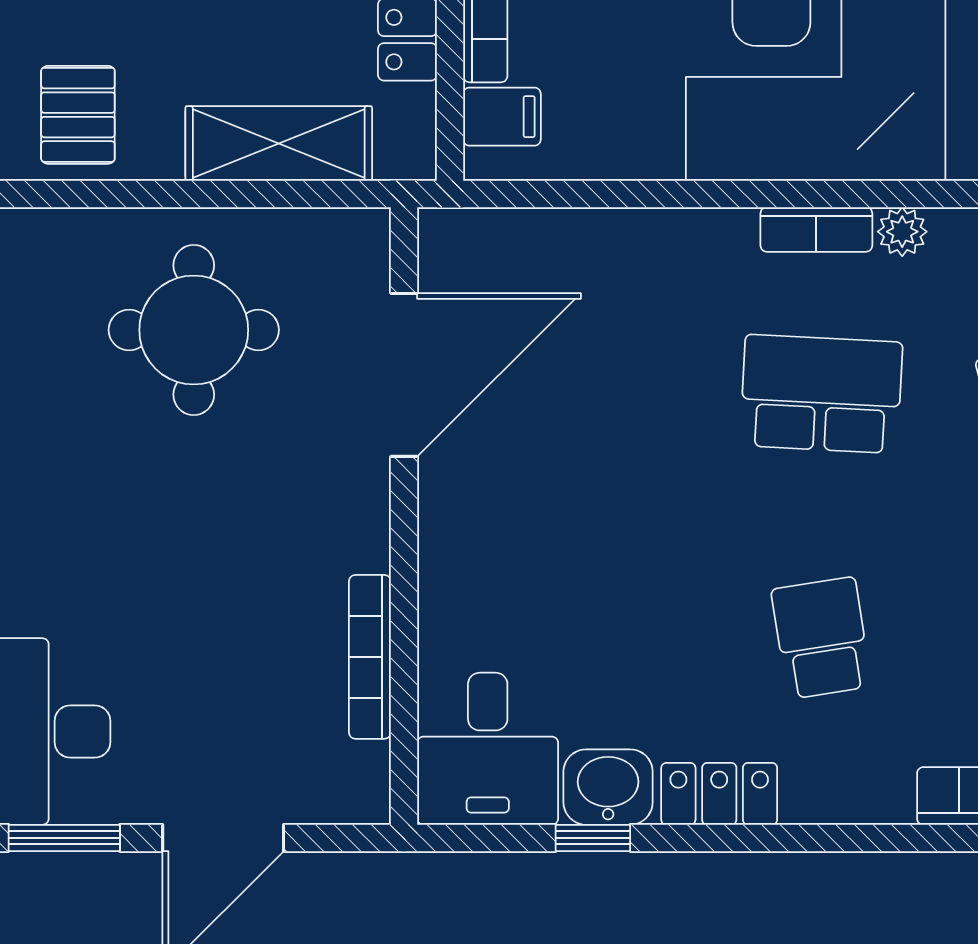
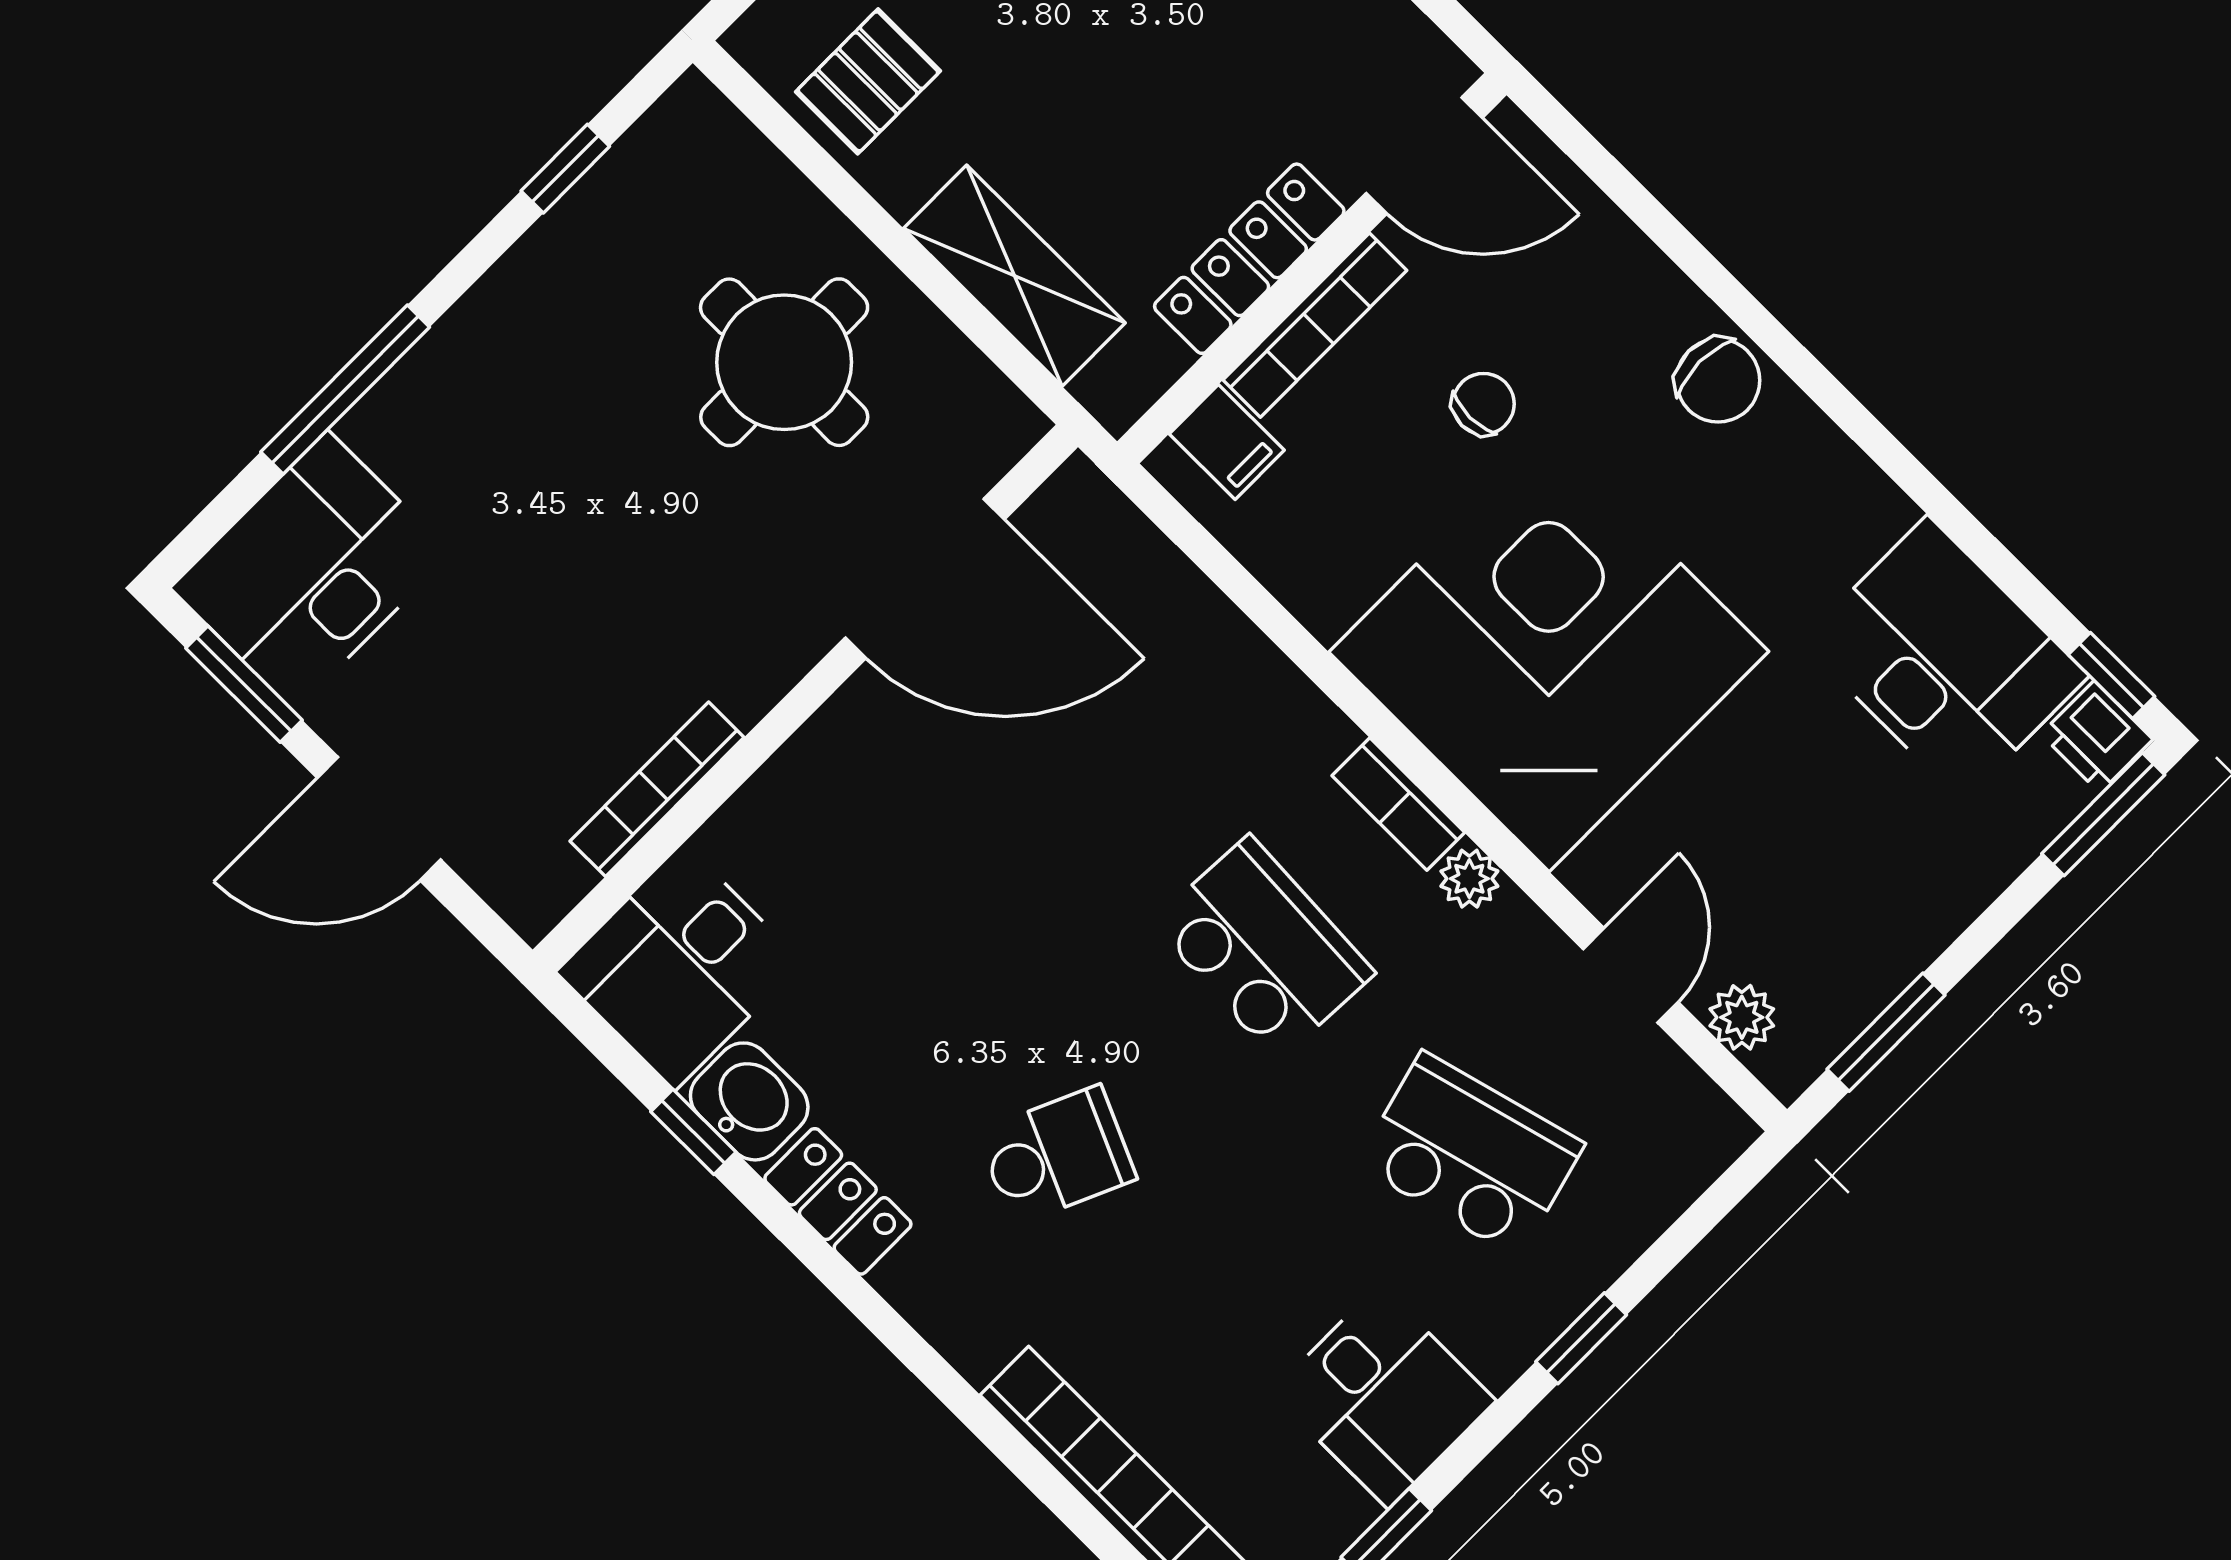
school desk: (821, 638) -> (1057, 1155), turned 33

